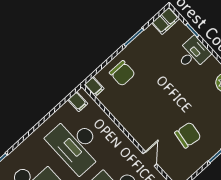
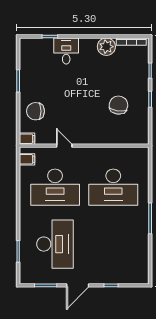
filing cabinet: (166, 21) -> (27, 49), removed
chair: (122, 73) -> (35, 111), turned 180
door: (150, 159) -> (64, 146), moved

